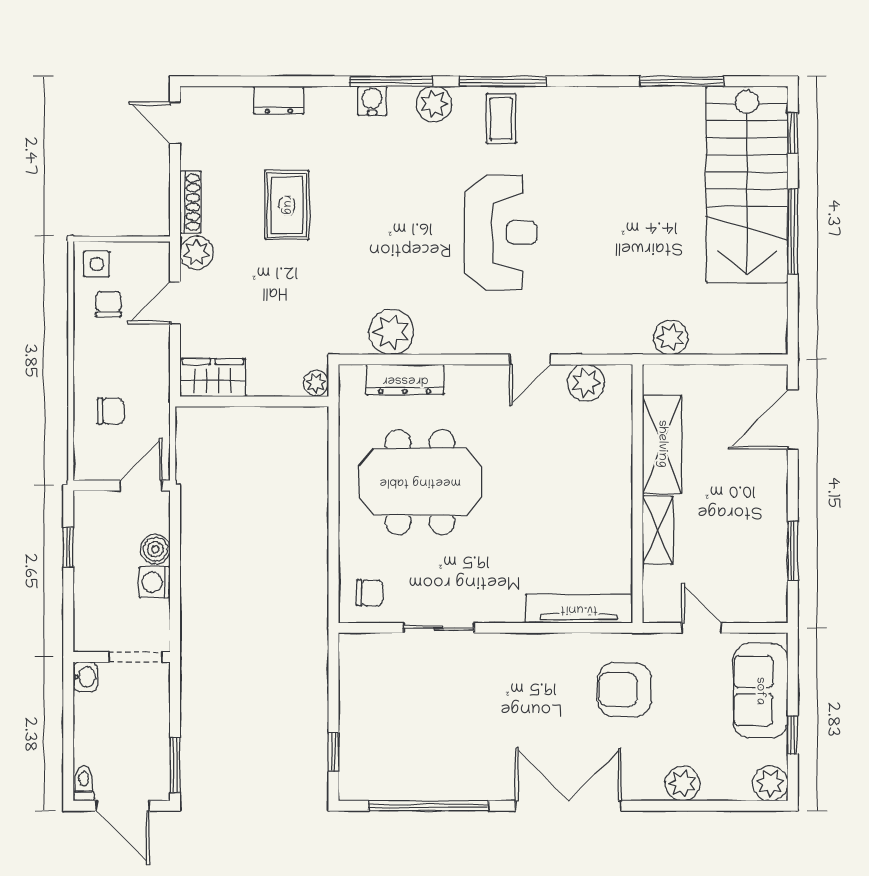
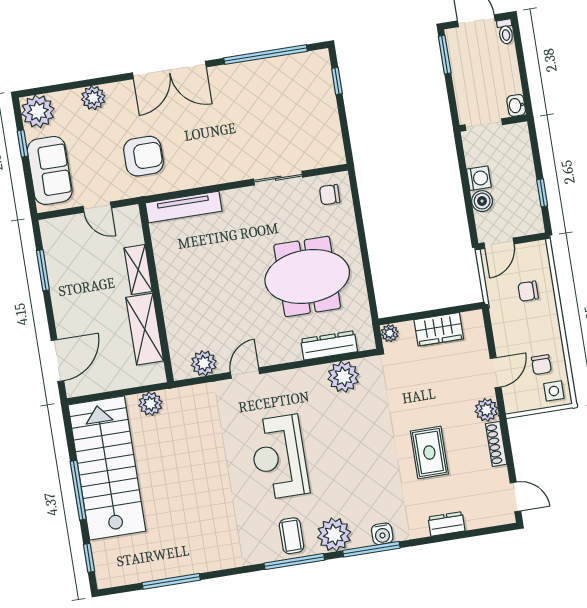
plant: (434, 104) -> (334, 535), width x1.36, depth x1.36
stairs: (747, 184) -> (107, 468), moved
wardrobe: (213, 378) -> (439, 329), moved
plant: (770, 783) -> (38, 111), width x1.36, depth x1.36

